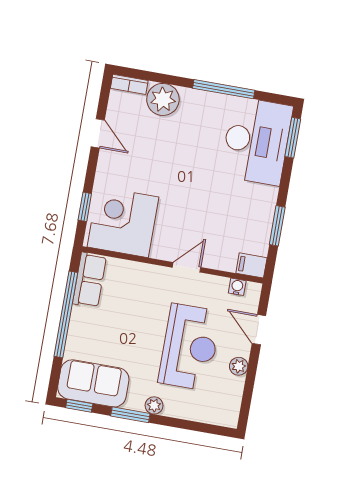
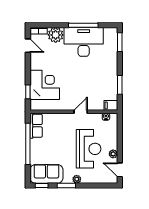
door: (98, 133) -> (28, 46), moved
desk: (257, 141) -> (84, 42), moved, turned -90
corner desk: (123, 222) -> (45, 85), moved, turned 90
door: (259, 330) -> (120, 170), moved

